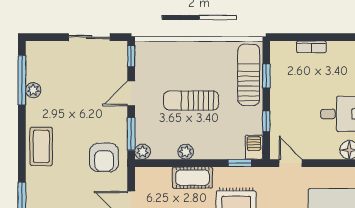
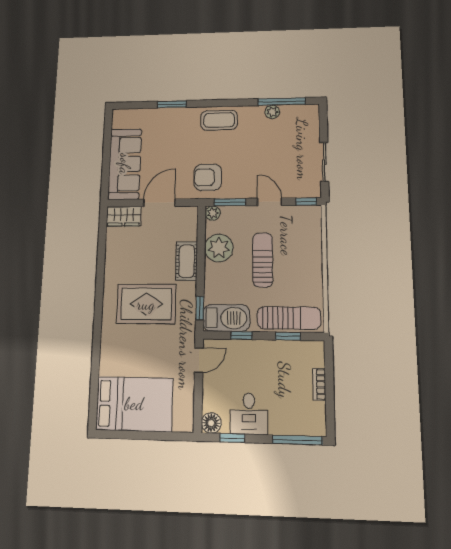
barbecue: (254, 147) -> (226, 318), width x1.88, depth x1.53
plant: (186, 152) -> (219, 248), width x1.87, depth x1.87

